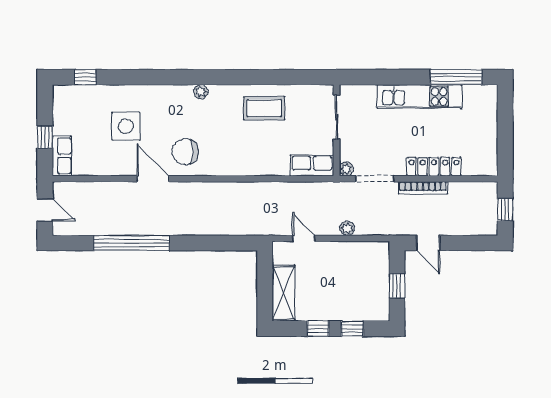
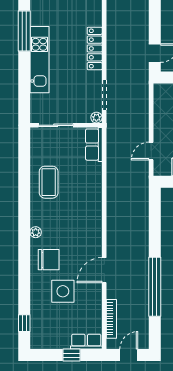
chair: (185, 152) -> (49, 260), moved, turned -90
bookcase: (423, 188) -> (111, 319), moved
plant: (347, 228) -> (143, 117), removed

